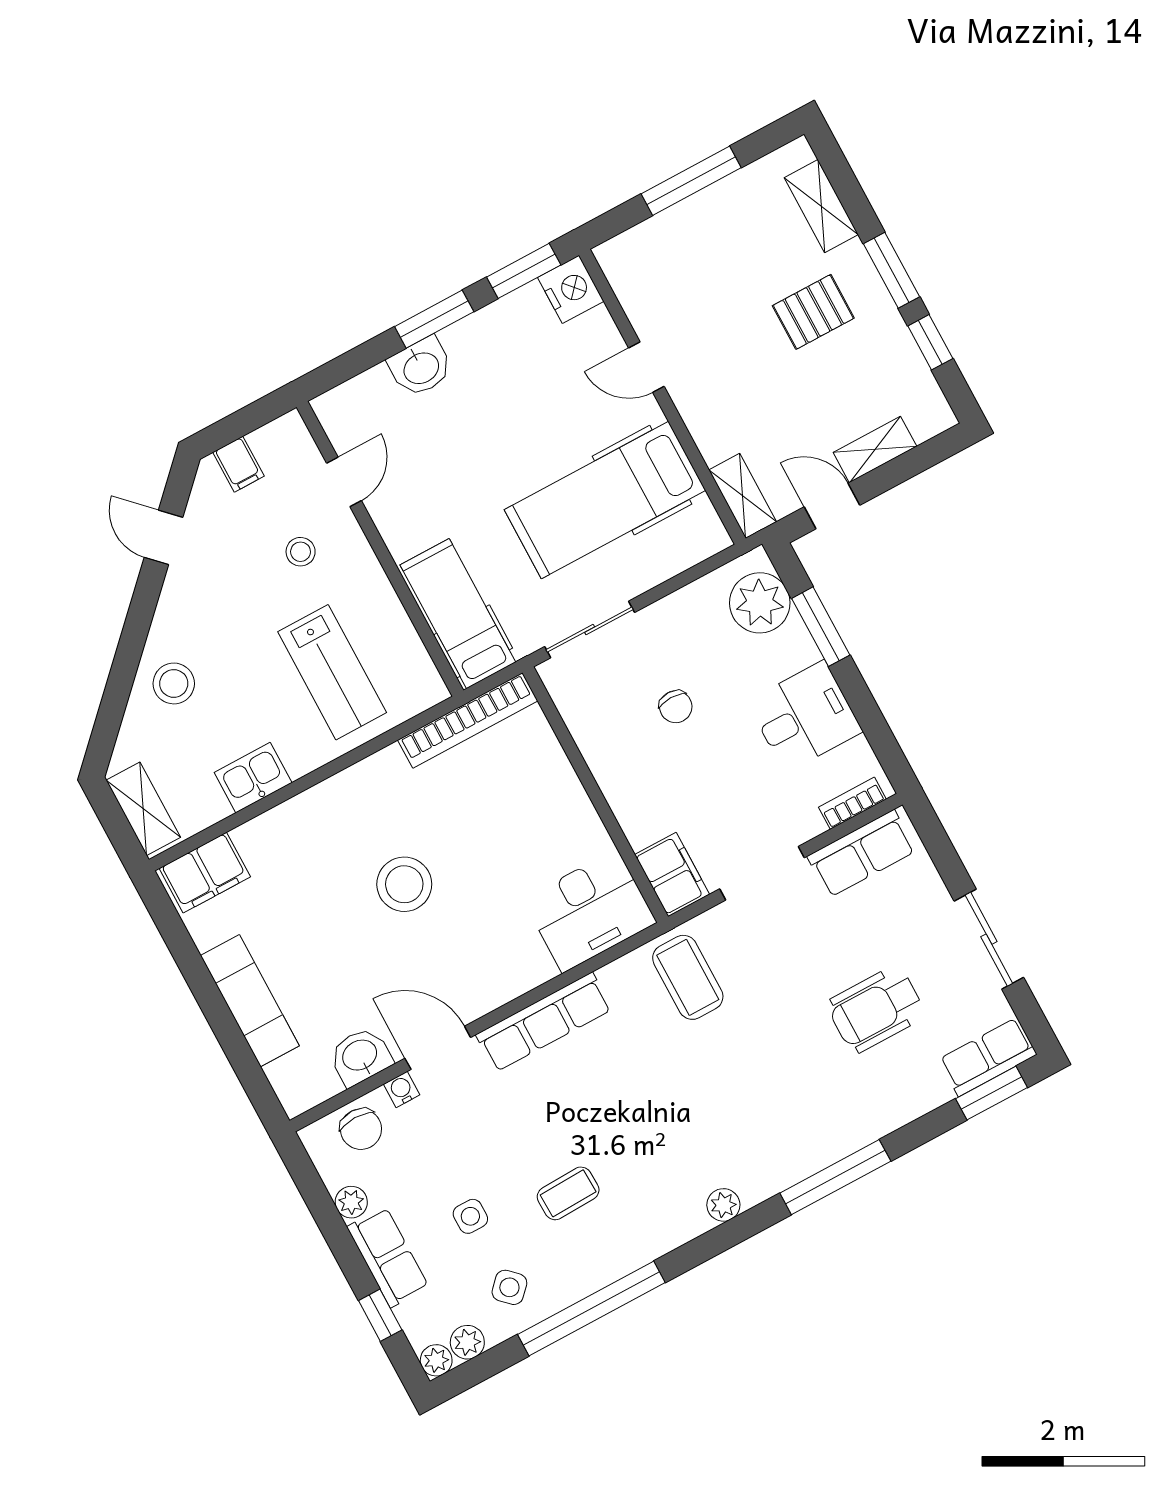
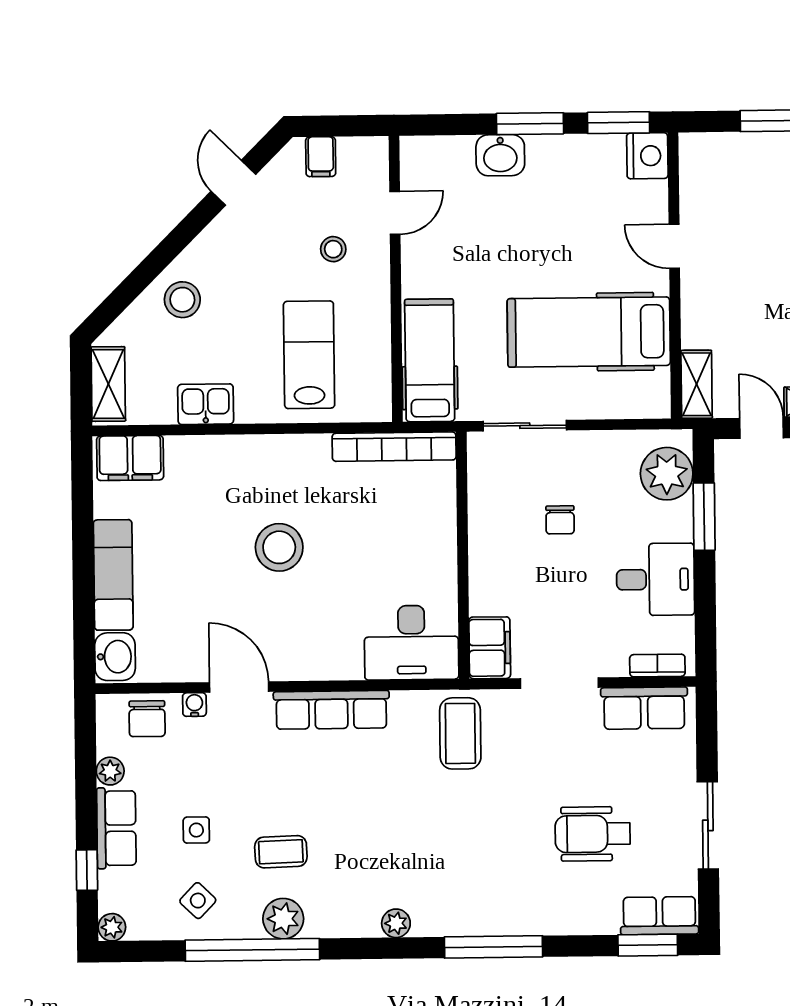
lab bench: (332, 672) -> (309, 355), turned 180
washbasin: (360, 1056) -> (115, 657), moved, turned 90
plant: (467, 1342) -> (283, 919), moved, width x1.38, depth x1.38

